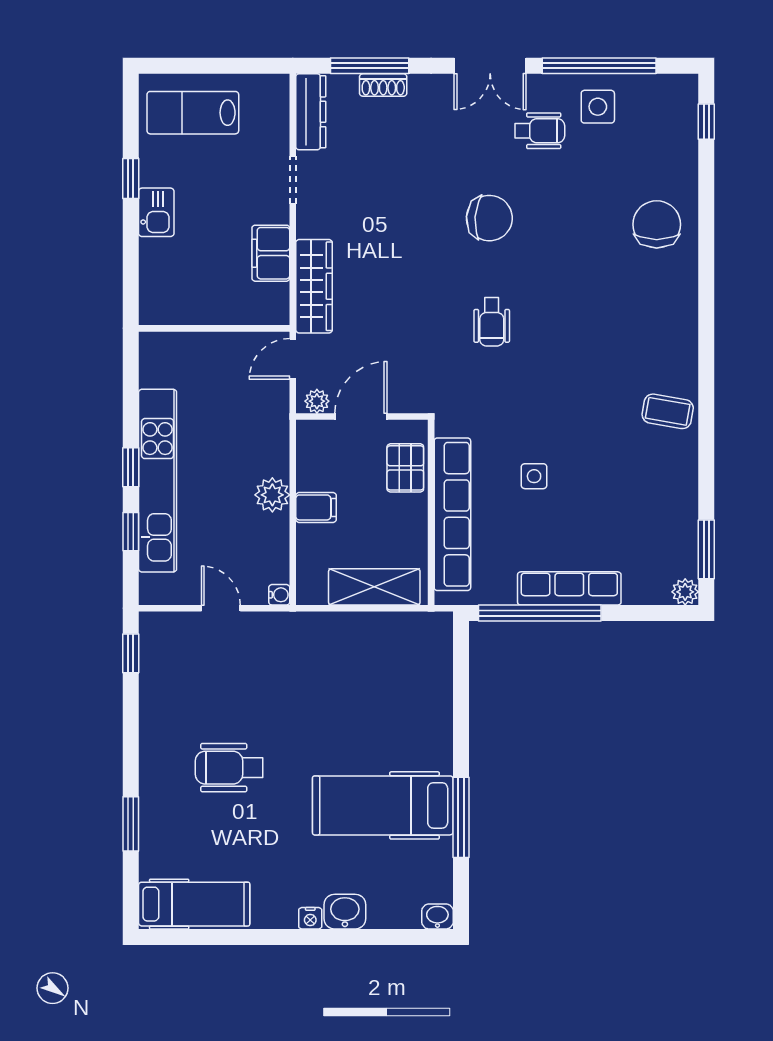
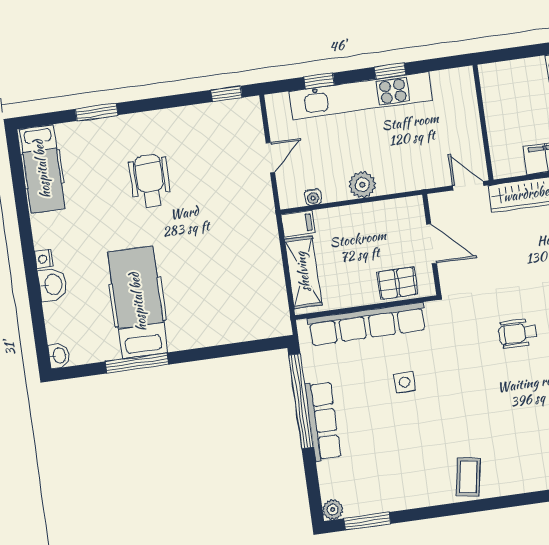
plant: (317, 401) -> (438, 209), removed
window: (131, 467) -> (390, 71), moved
filing cabinet: (316, 507) -> (298, 224), moved, turned -90
water cooler: (279, 595) -> (313, 197), moved

